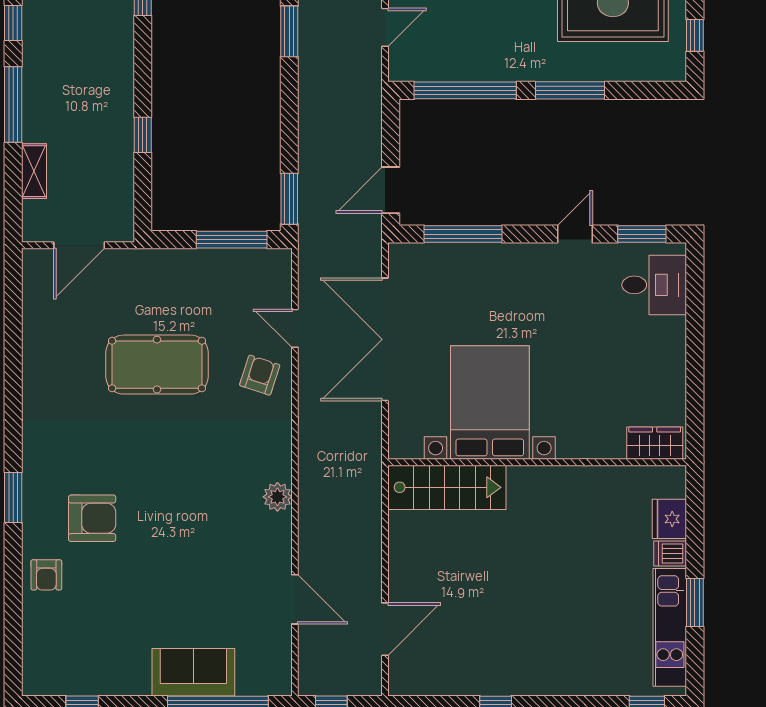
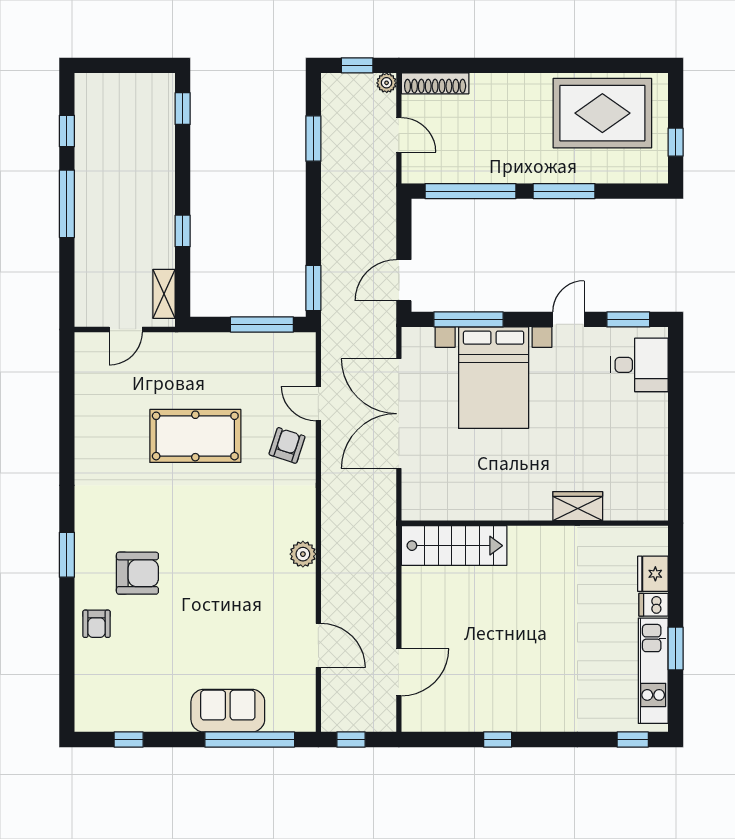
door: (385, 27) -> (399, 135), hinge flipped
shelving: (34, 171) -> (164, 294), moved
door: (79, 245) -> (126, 329), width x0.73
bed with nightstands: (490, 403) -> (494, 378), moved, turned 180
wardrobe: (655, 443) -> (578, 506), moved

